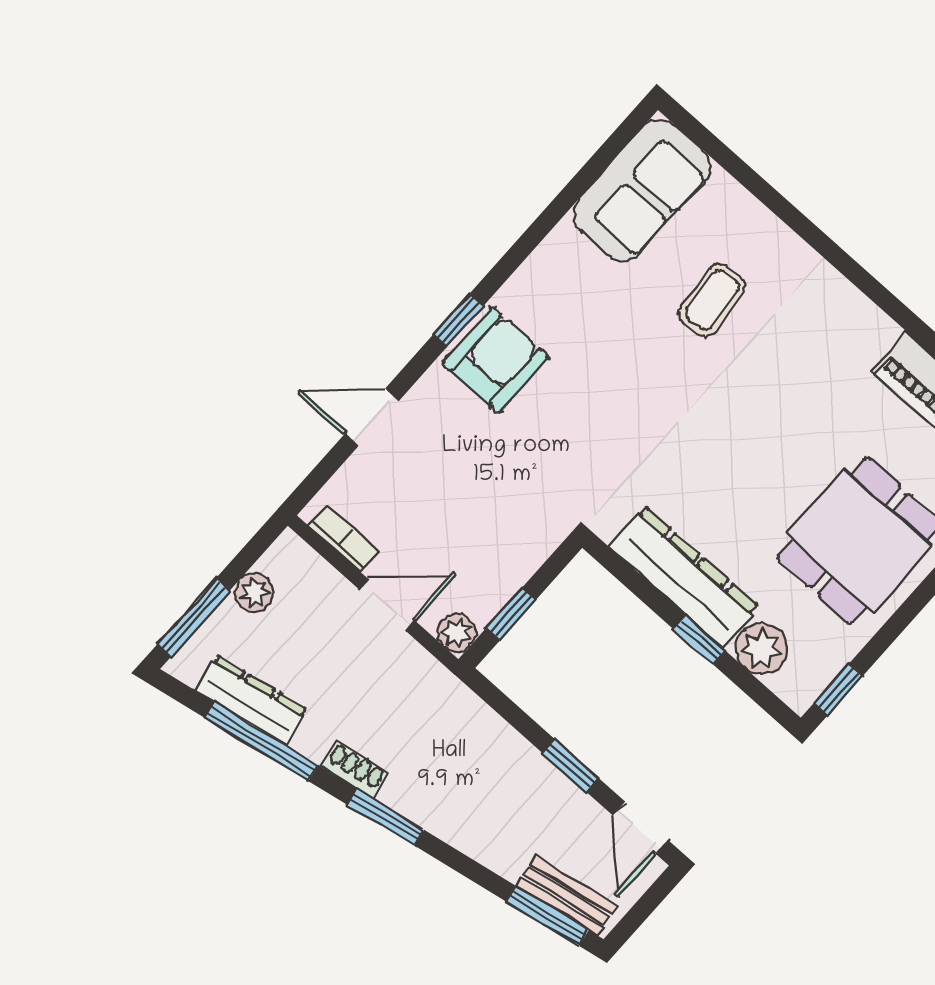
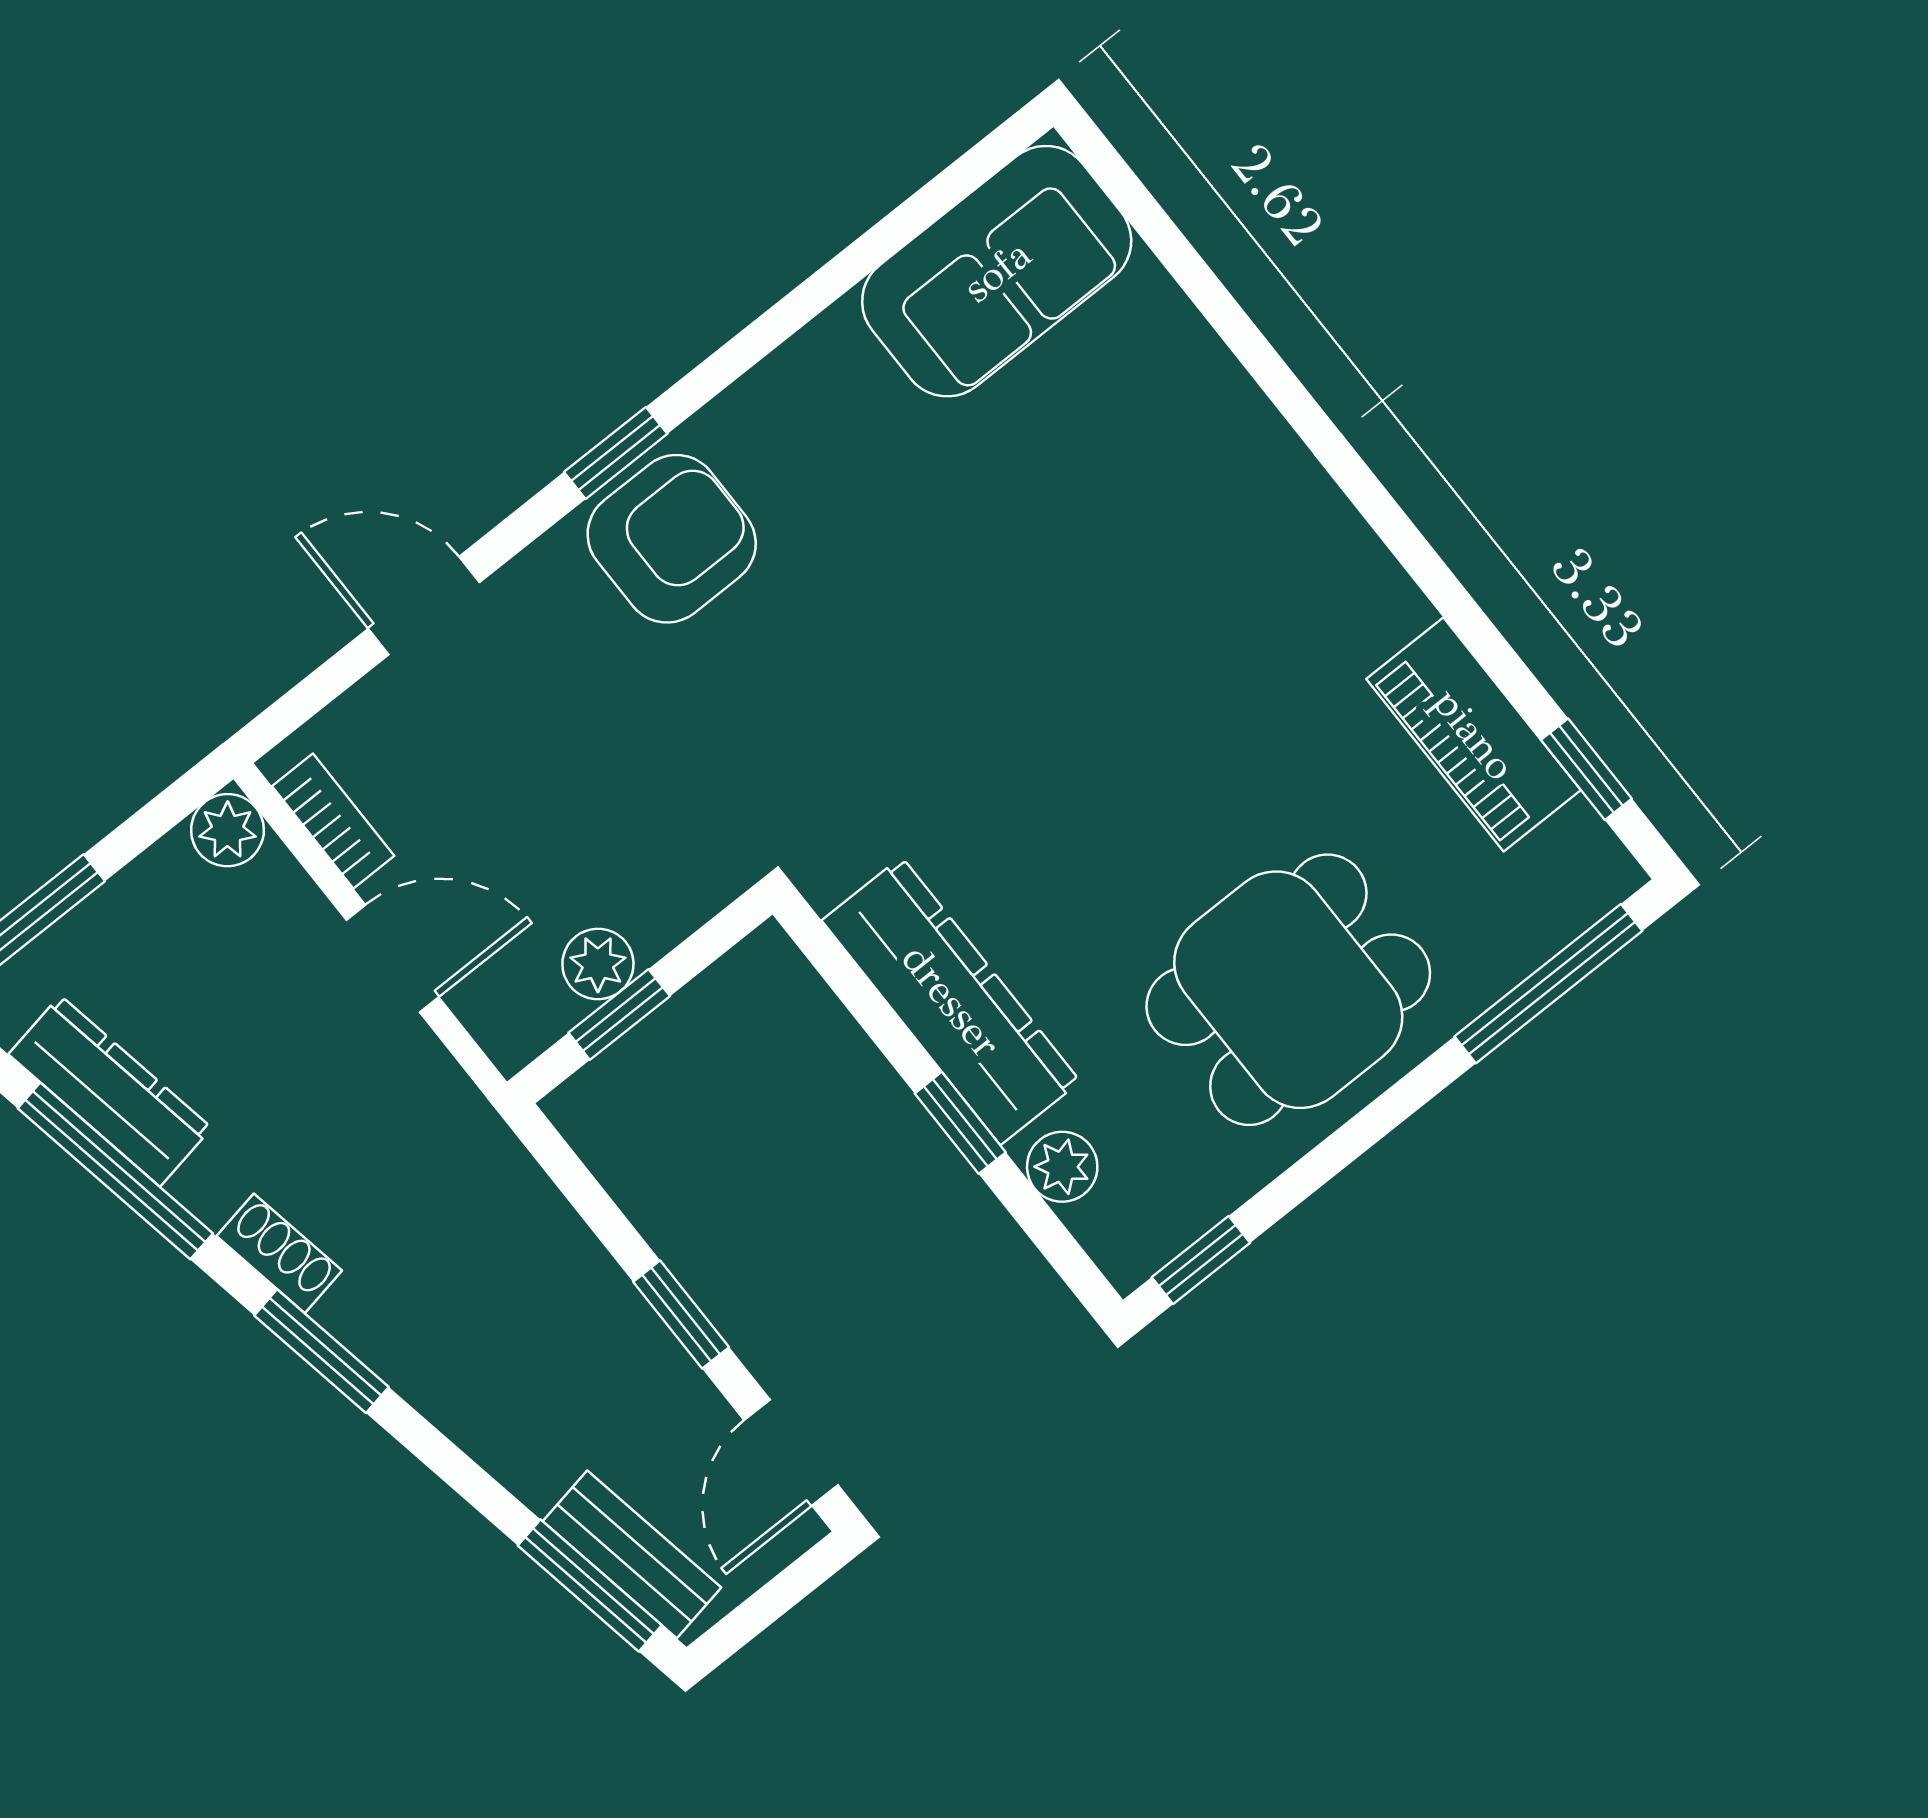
coffee table: (712, 300) -> (1093, 497), removed
plant: (254, 592) -> (227, 830), moved
plant: (457, 633) -> (598, 964), moved
plant: (761, 648) -> (1062, 1167), width x0.73, depth x0.73

